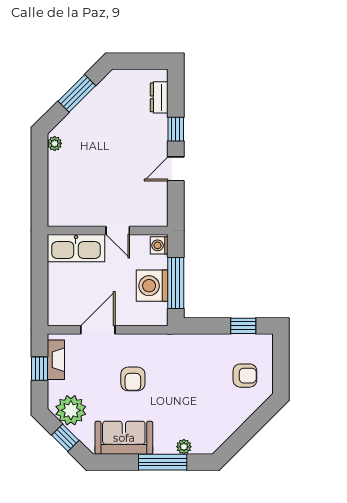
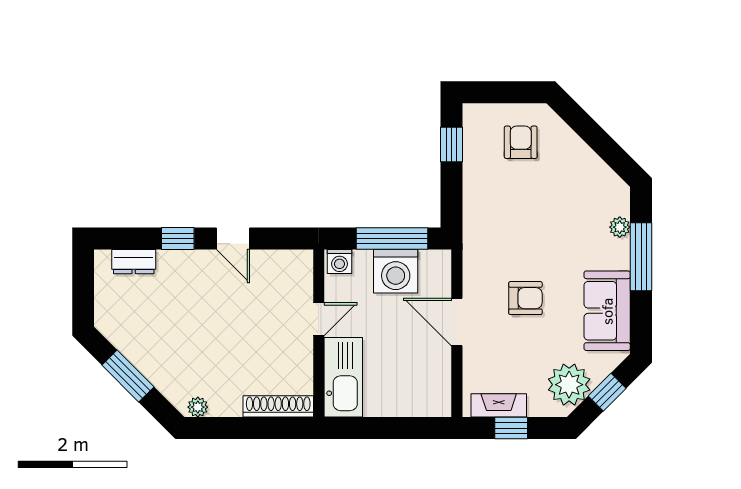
shoe rack: (55, 201) -> (278, 406), added
door: (98, 330) -> (457, 322), moved

